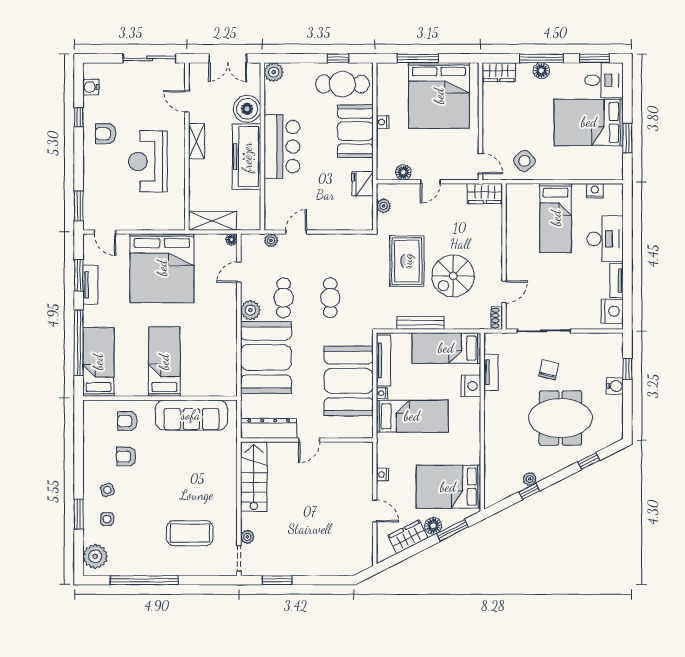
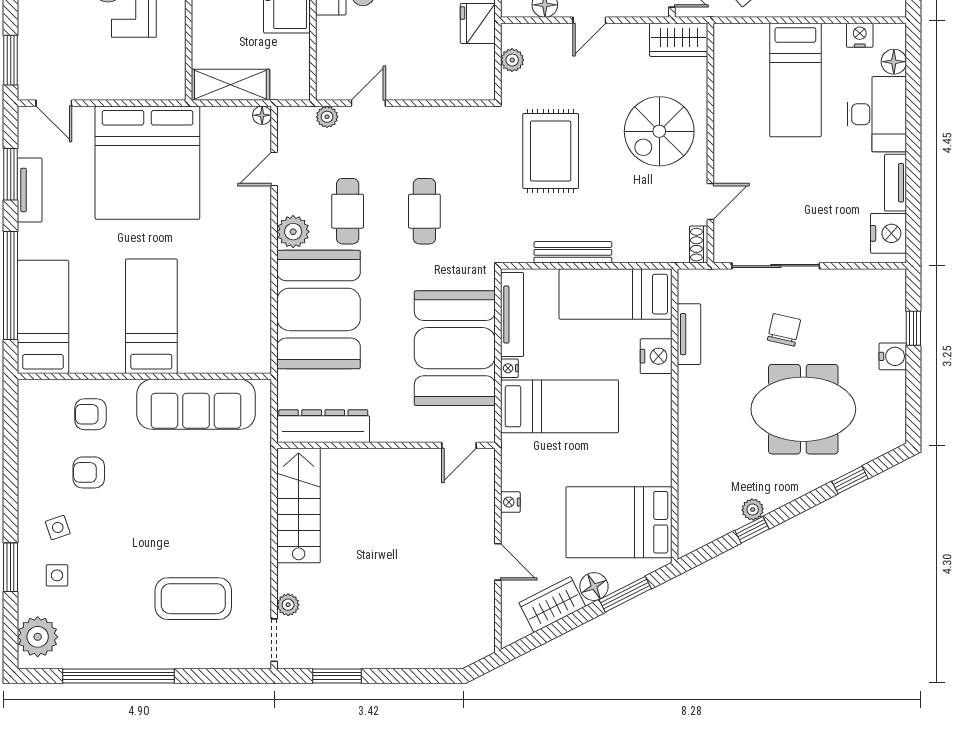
floor lamp: (615, 207) -> (894, 62), added
spiral stairs: (453, 276) -> (659, 131), moved
door: (309, 440) -> (459, 445), moved

